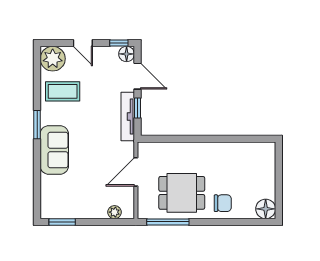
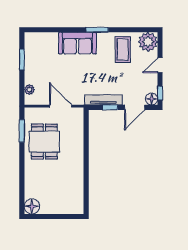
chair: (223, 203) -> (36, 173), removed
window: (62, 222) -> (22, 60), moved
window: (168, 222) -> (22, 131), width x0.69

